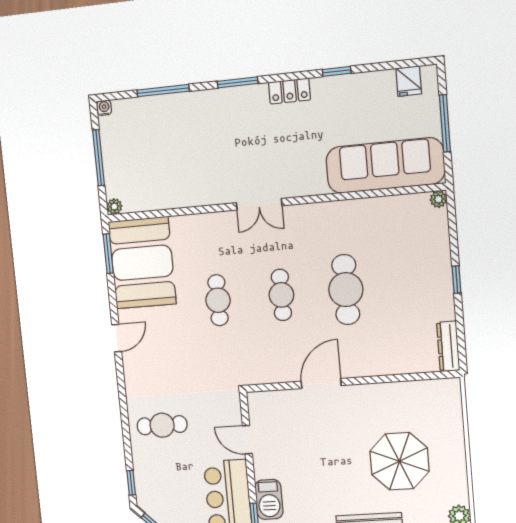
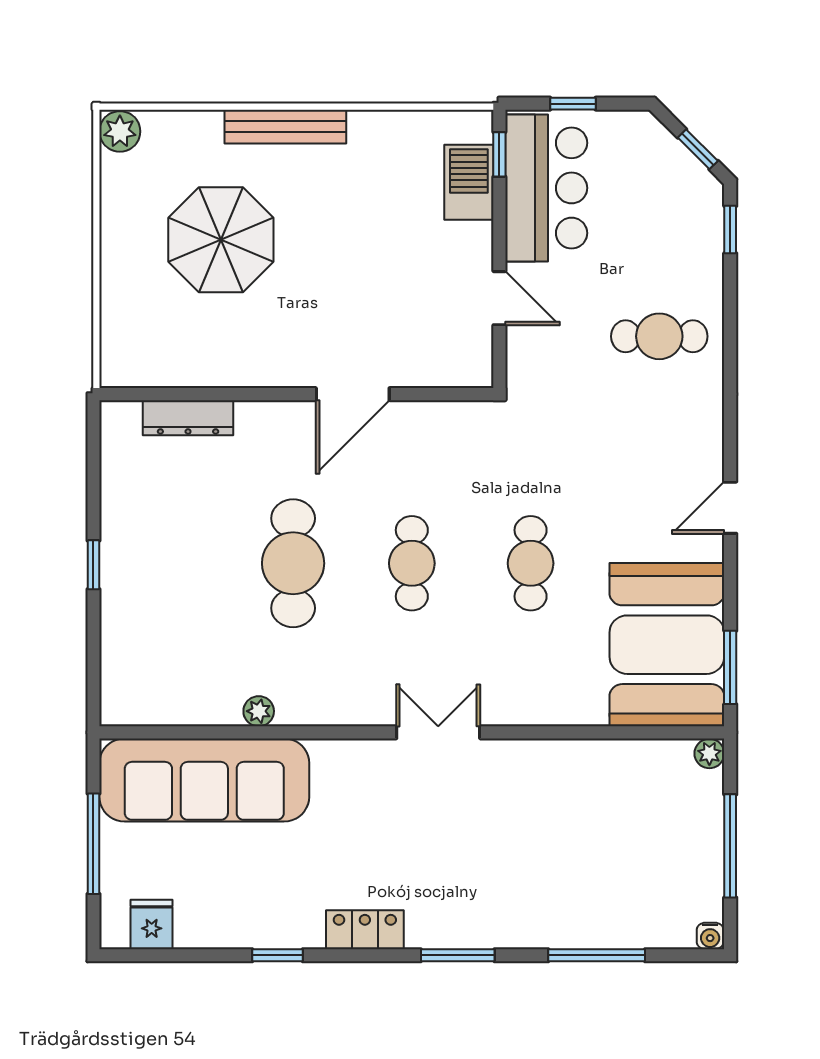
plant: (439, 199) -> (259, 711), moved
dresser: (448, 346) -> (188, 418), moved, turned 90

